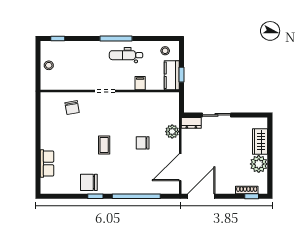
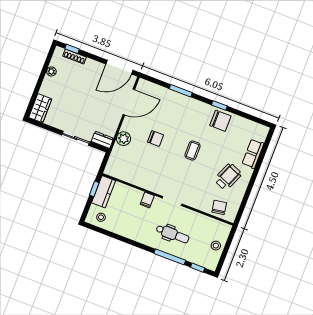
window: (116, 38) -> (170, 257), moved
dental chair: (126, 55) -> (173, 234), moved
filing cabinet: (140, 83) -> (147, 200), moved
chair: (72, 108) -> (219, 207), moved
wheelchair: (62, 133) -> (228, 177), added
wardrobe: (260, 142) -> (40, 108), moved
plant: (259, 164) -> (51, 71), width x0.53, depth x0.53
window: (136, 196) -> (181, 91), width x0.47

